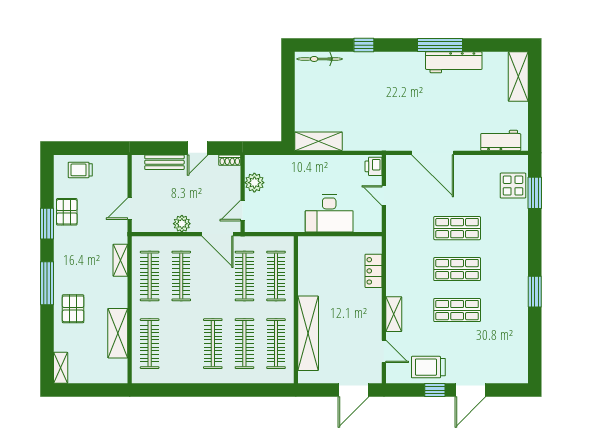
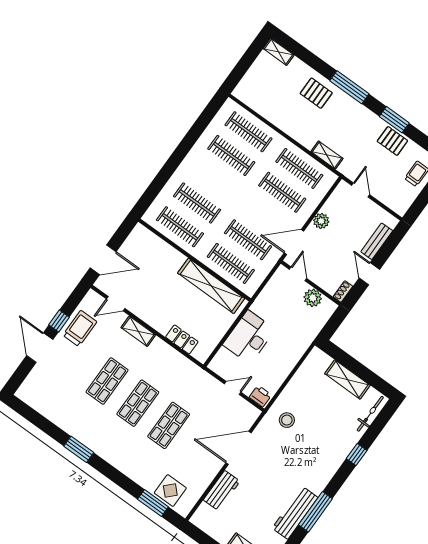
stool: (378, 128) -> (287, 420), added
workbench: (501, 140) -> (222, 491), moved
shelving: (319, 141) -> (347, 379), moved, turned 90
shelving: (118, 333) -> (274, 113), removed
shelving: (308, 333) -> (211, 286), moved
clothes rail: (213, 344) -> (231, 155), moved
door: (354, 390) -> (103, 260), swing flipped

